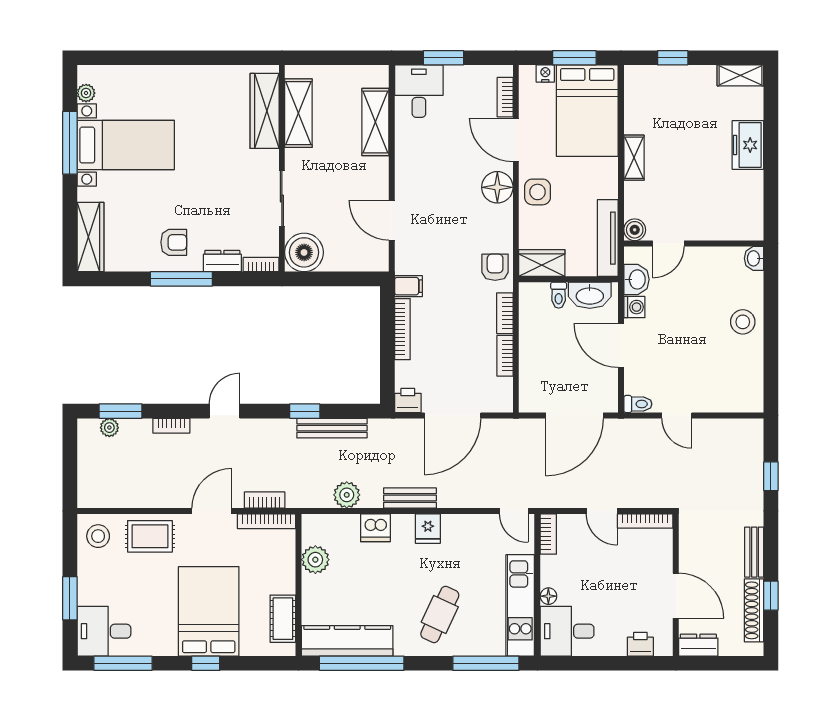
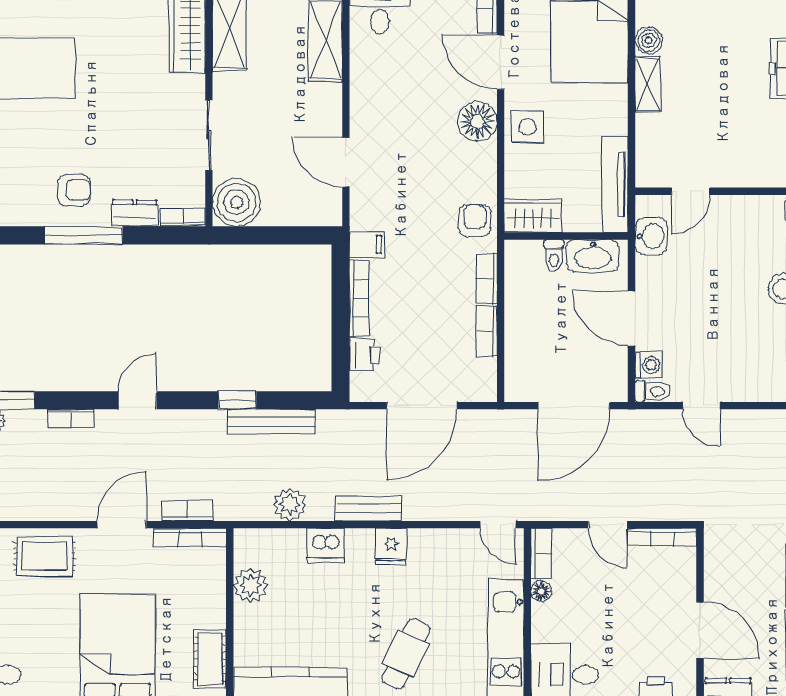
boiler: (635, 230) -> (649, 40), moved
washing machine: (634, 307) -> (648, 365), moved
printer: (408, 401) -> (364, 355), moved, turned 90
floor lamp: (548, 596) -> (541, 591), moved

